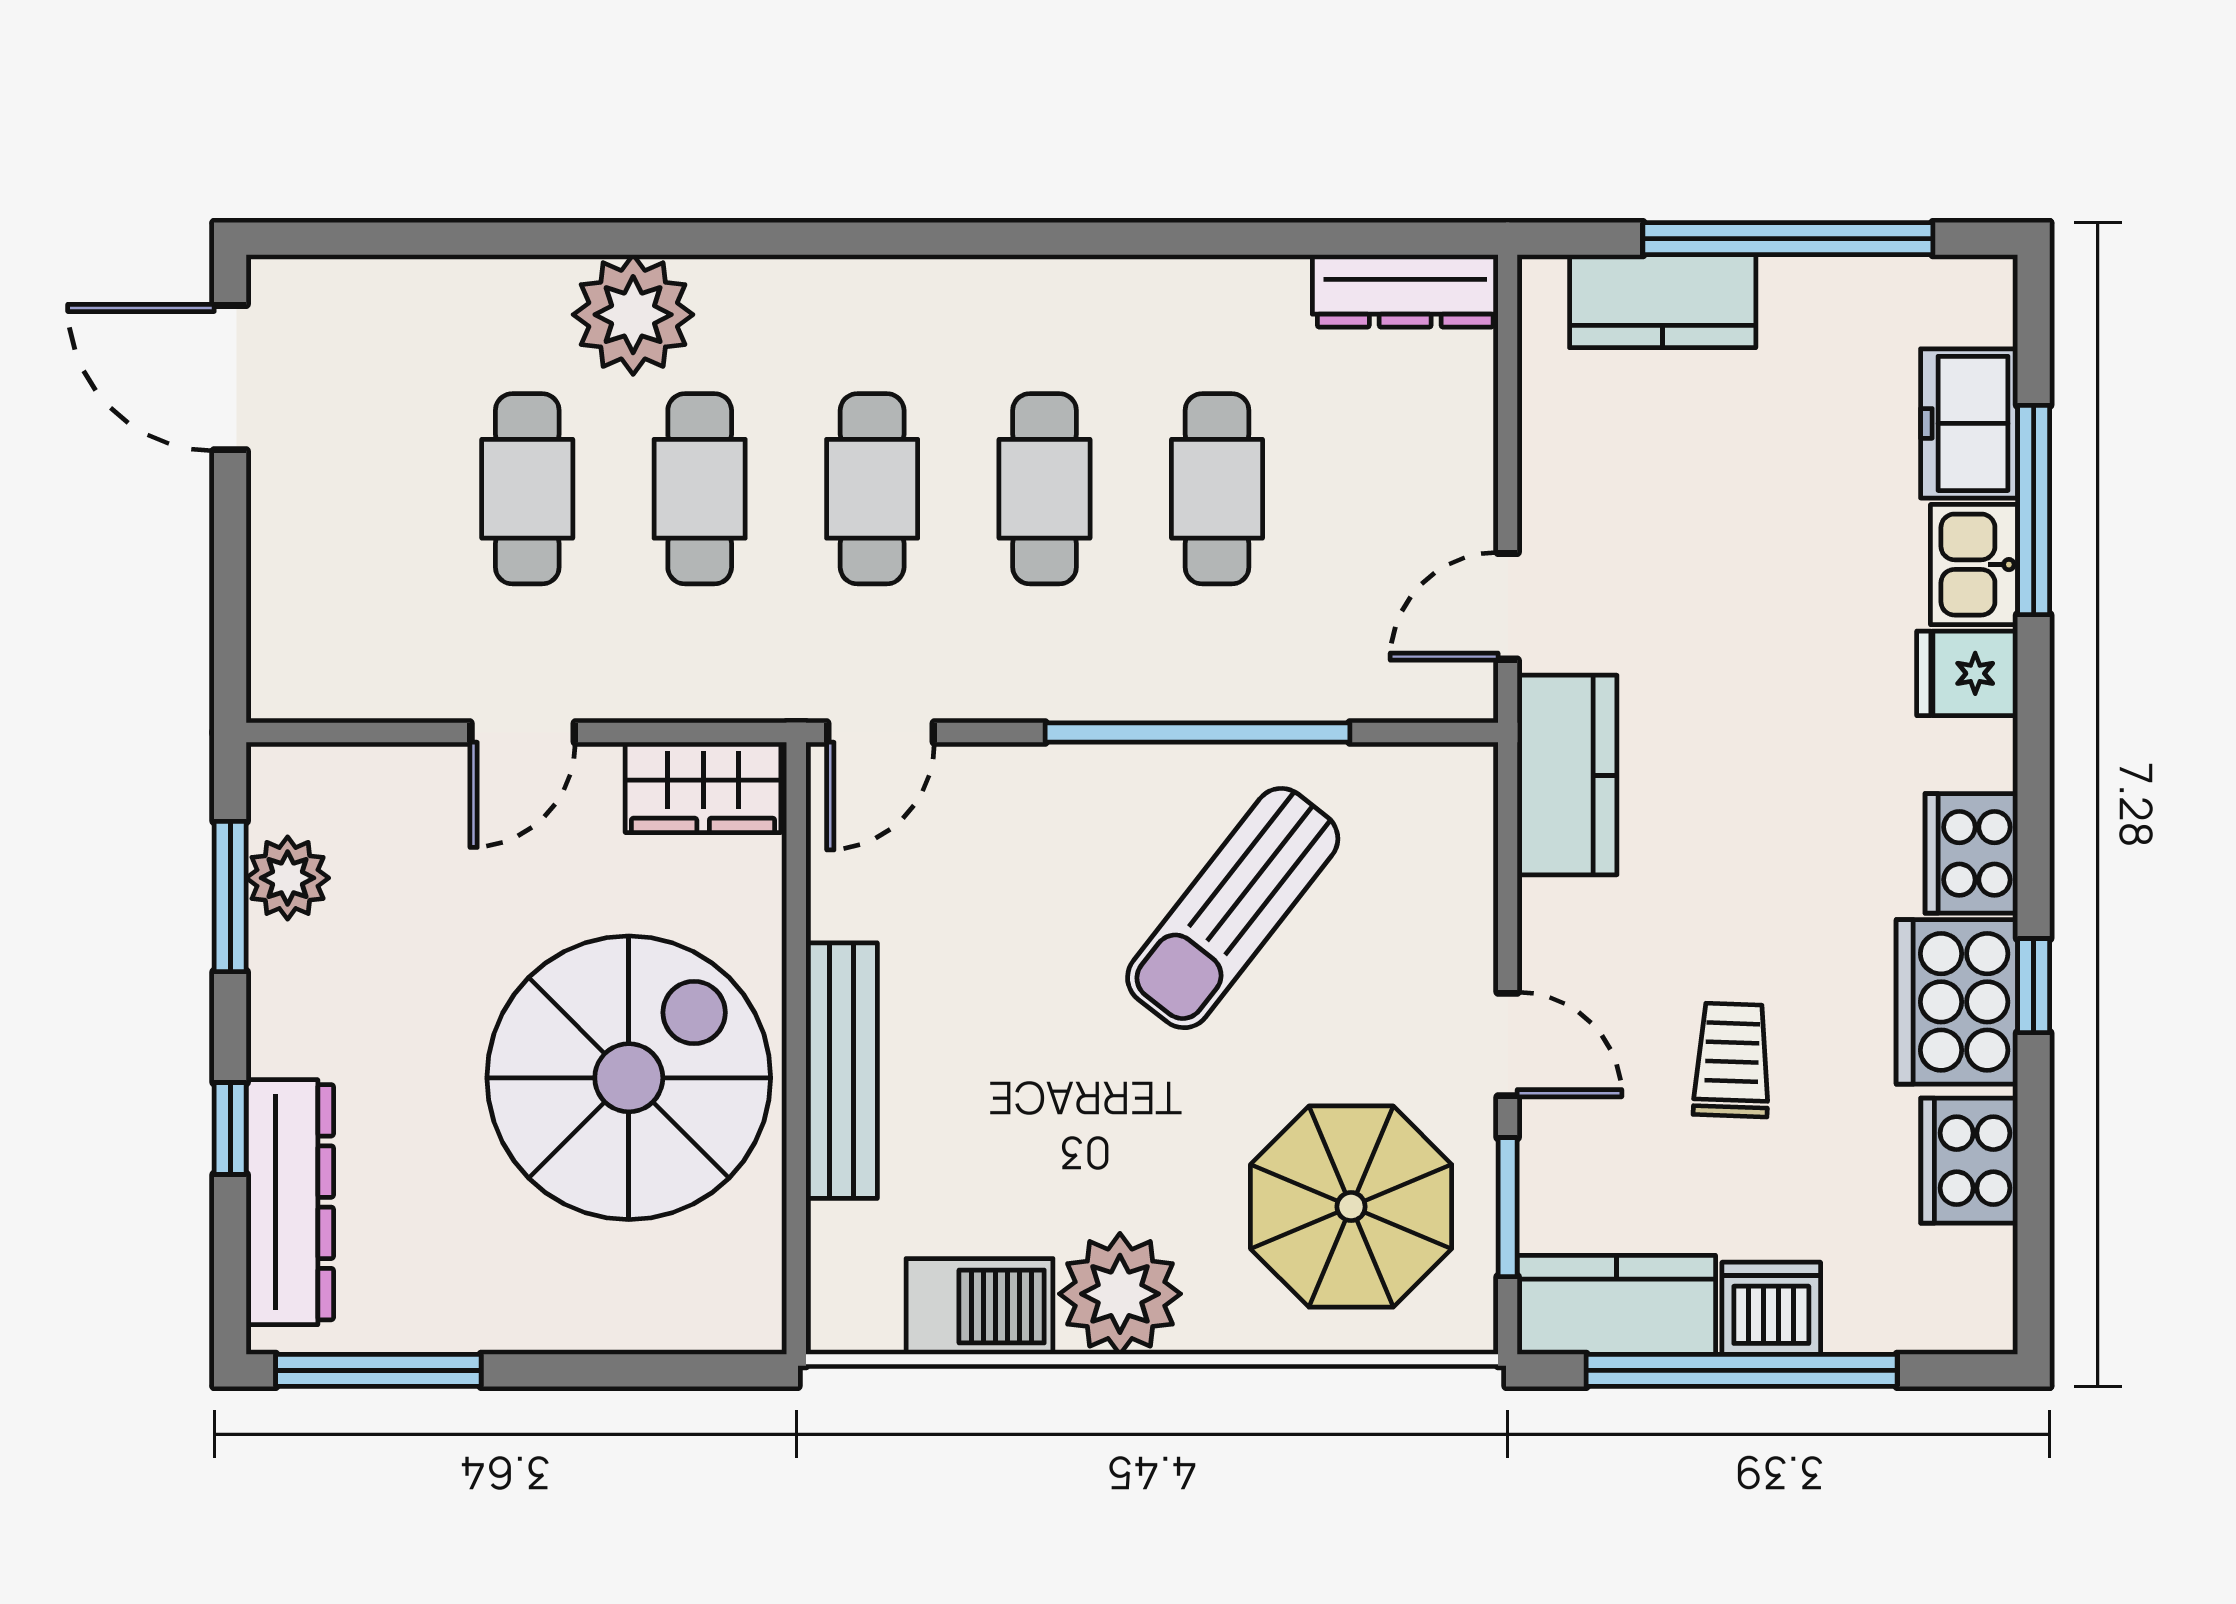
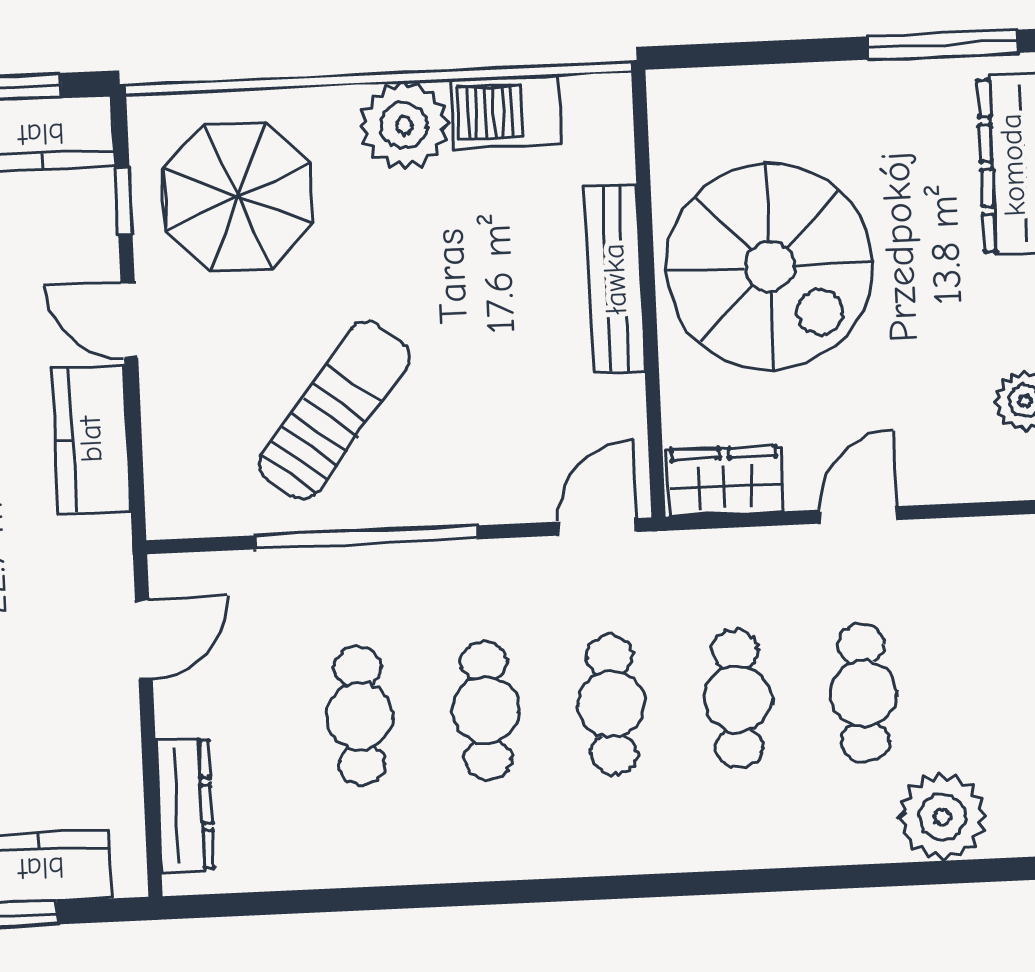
dresser: (1405, 291) -> (185, 805), moved, turned 90
plant: (633, 315) -> (942, 817), moved
kitchen counter: (1567, 775) -> (91, 439), moved
spiral stairs: (629, 1078) -> (770, 267), turned -90
window: (1508, 1207) -> (124, 201), width x0.67

